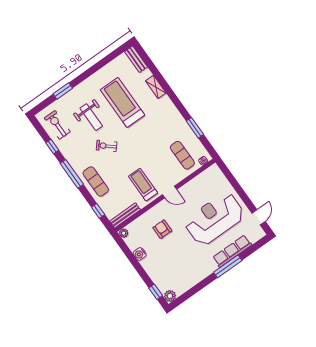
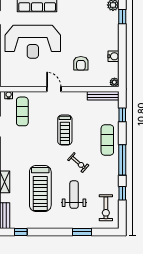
window: (113, 55) -> (21, 232), added
treadmill: (143, 185) -> (65, 130), moved

